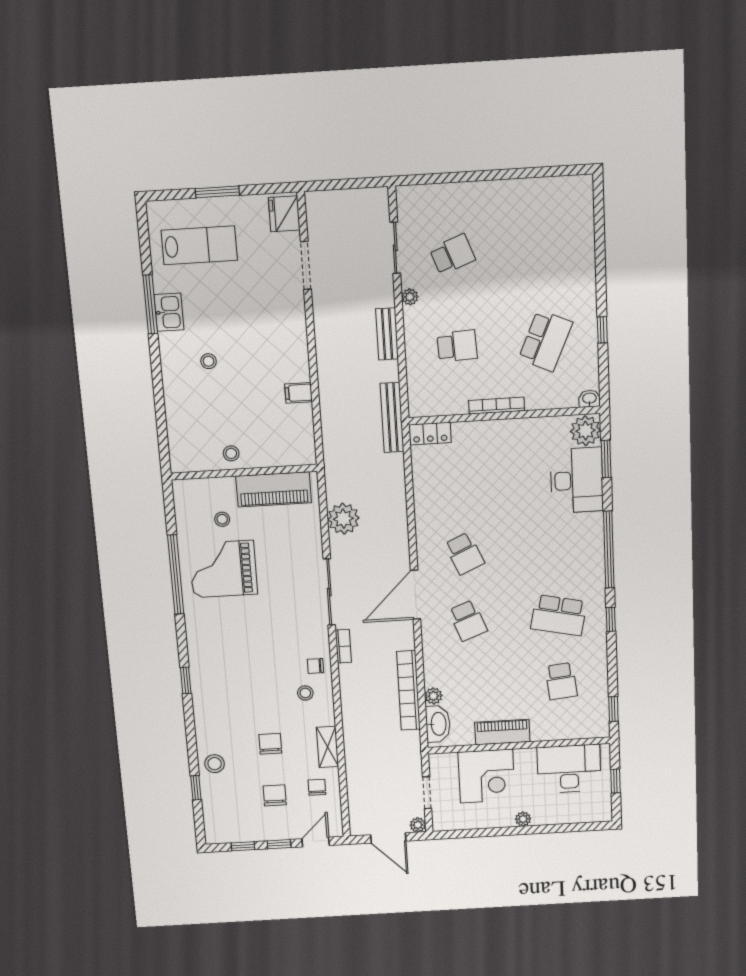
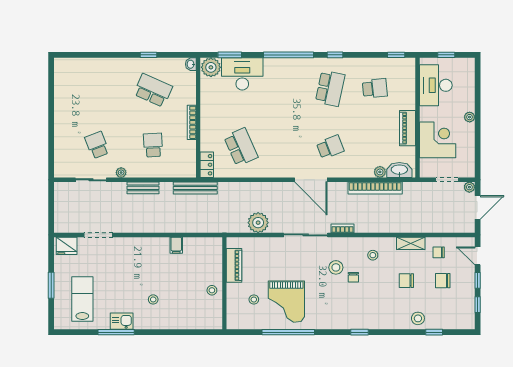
piano: (274, 489) -> (234, 265), width x0.73, depth x0.75
school desk: (464, 554) -> (241, 147), moved, width x1.85
stool: (282, 640) -> (336, 267), added
chair: (316, 666) -> (353, 277), moved

